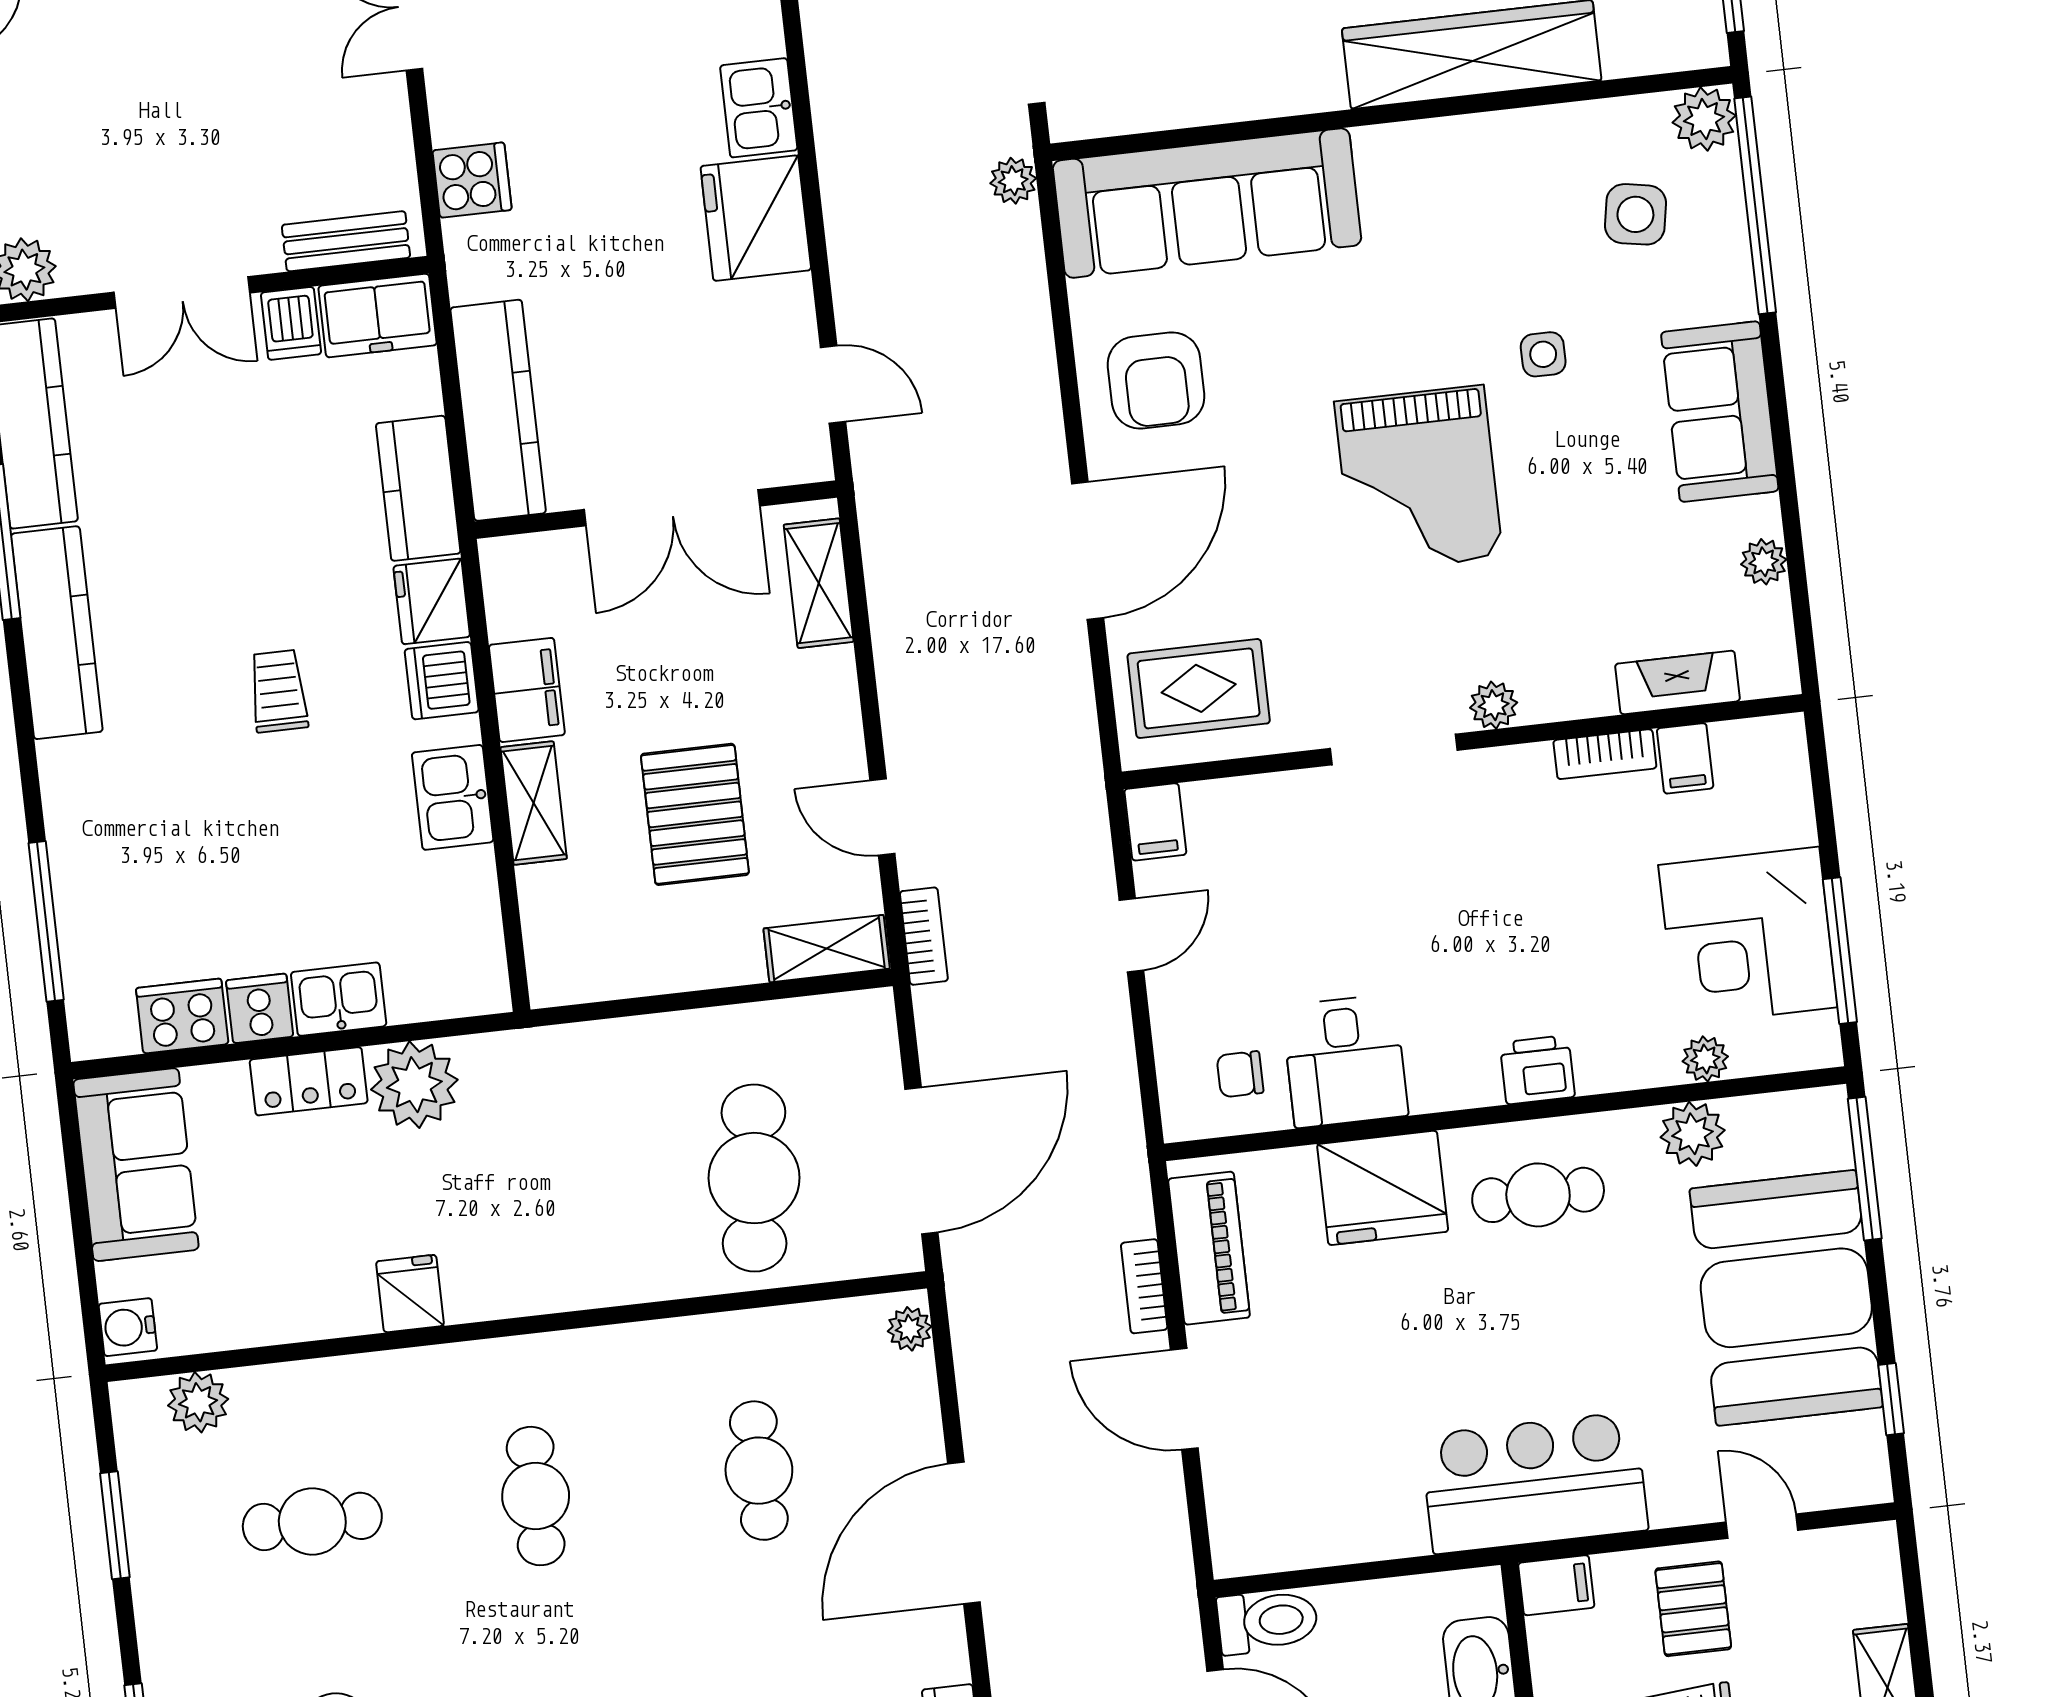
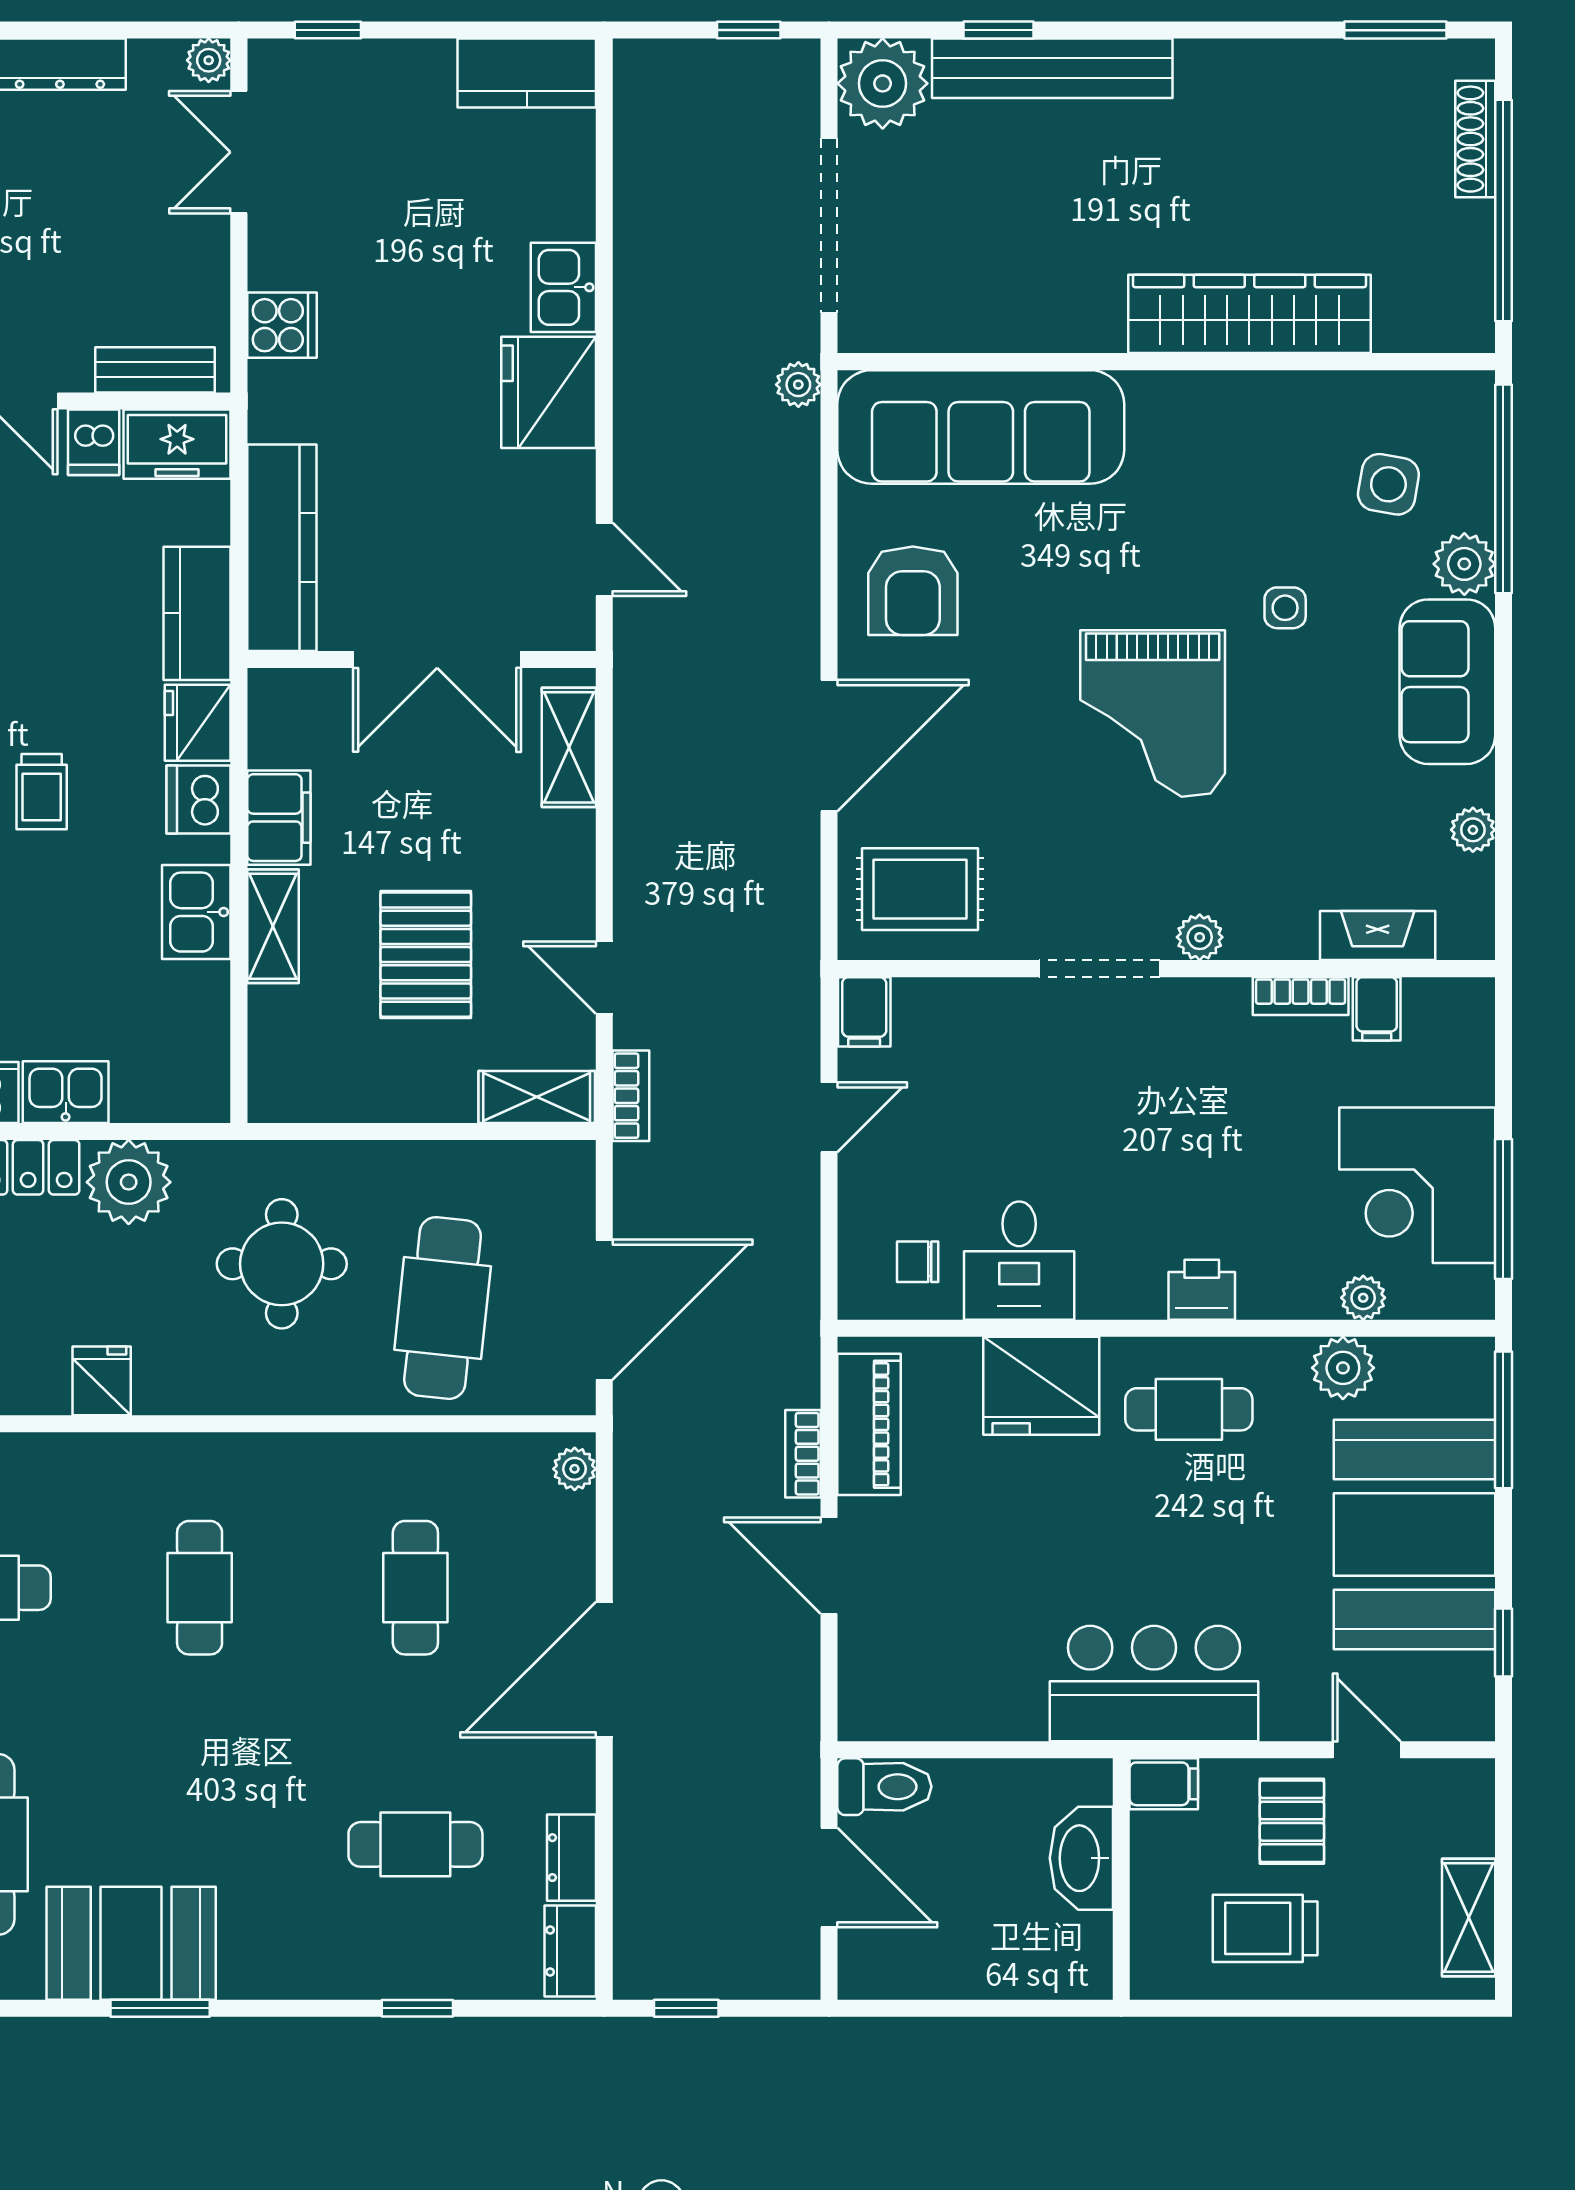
plant: (1704, 119) -> (1464, 564), moved
trolley: (278, 691) -> (42, 792), turned 180
round table: (582, 1151) -> (282, 1264), added

